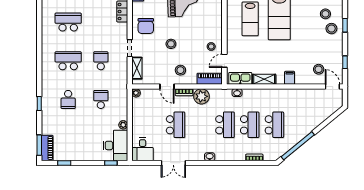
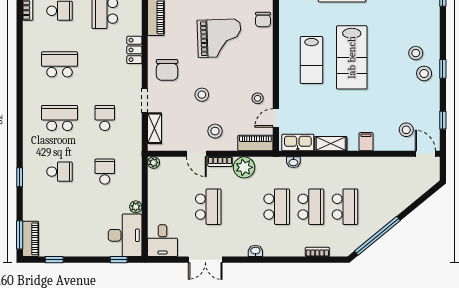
school desk: (68, 99) -> (60, 172), turned -90

